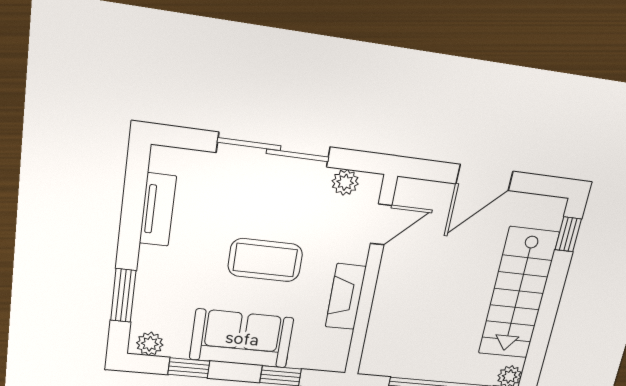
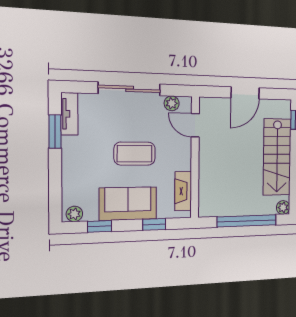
tv unit: (158, 210) -> (69, 114), moved
door: (381, 224) -> (195, 125), swing flipped
window: (123, 295) -> (55, 132), moved
fireplace: (346, 297) -> (183, 191), moved

